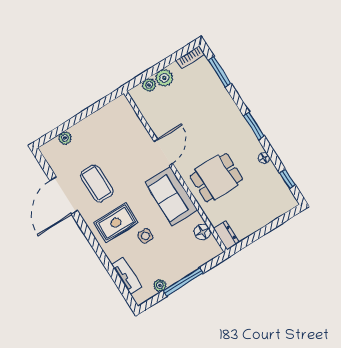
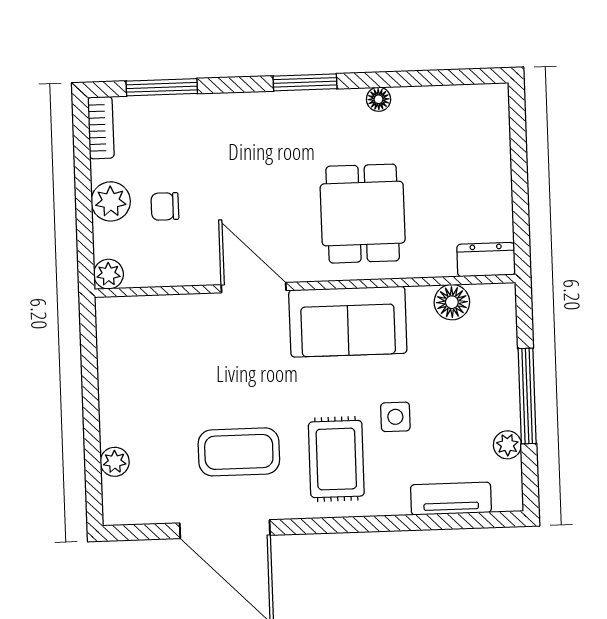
plant: (149, 85) -> (108, 274), moved
chair: (175, 100) -> (165, 206), added
window: (287, 179) -> (446, 77), removed

